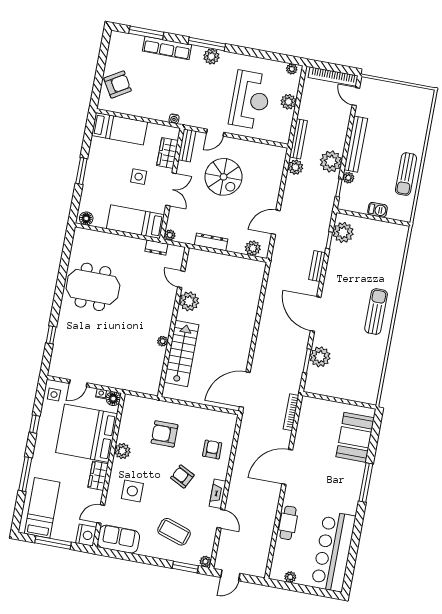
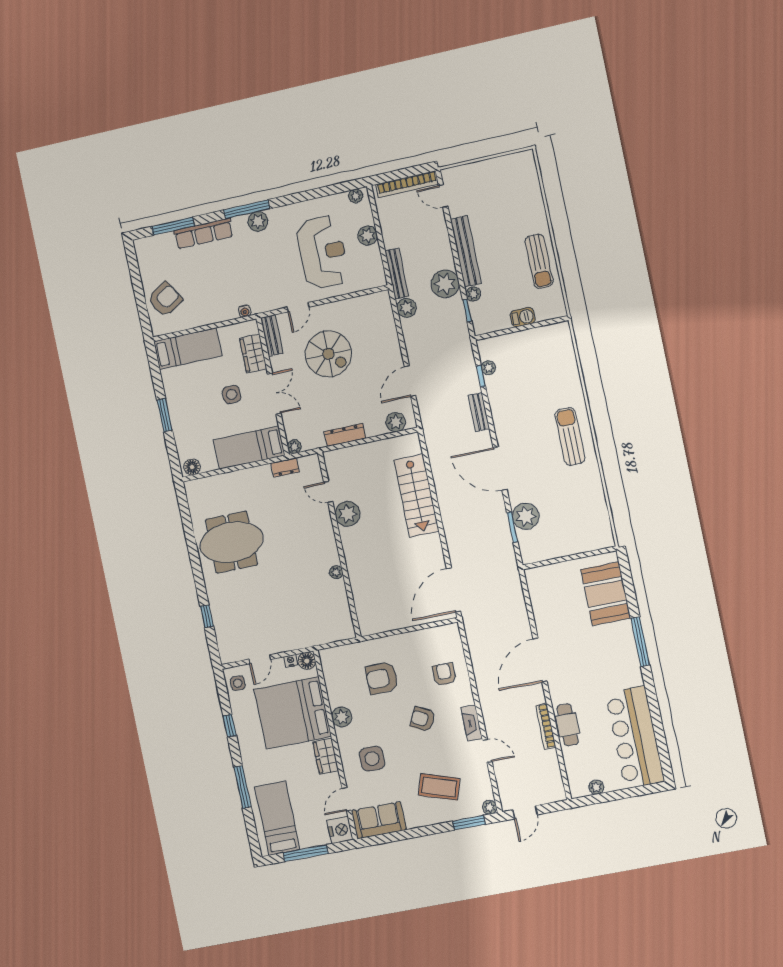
plant: (343, 232) -> (488, 368), width x0.53, depth x0.53
stairs: (181, 353) -> (416, 496), moved, turned 180
bookcase: (291, 412) -> (546, 726), moved

